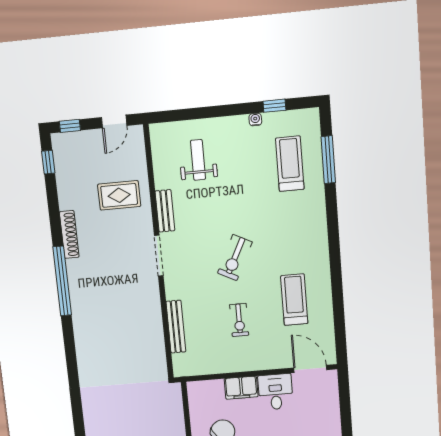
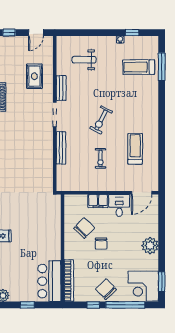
weight bench: (198, 160) -> (84, 60), turned -90
treadmill: (290, 164) -> (139, 67), turned -90
rug: (119, 195) -> (34, 76), turned 90
bench: (176, 327) -> (61, 148), moved
door: (310, 369) -> (142, 193), swing flipped

